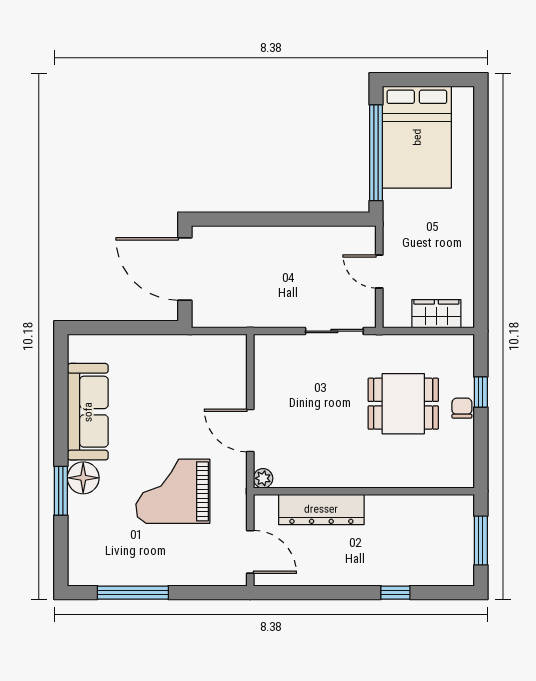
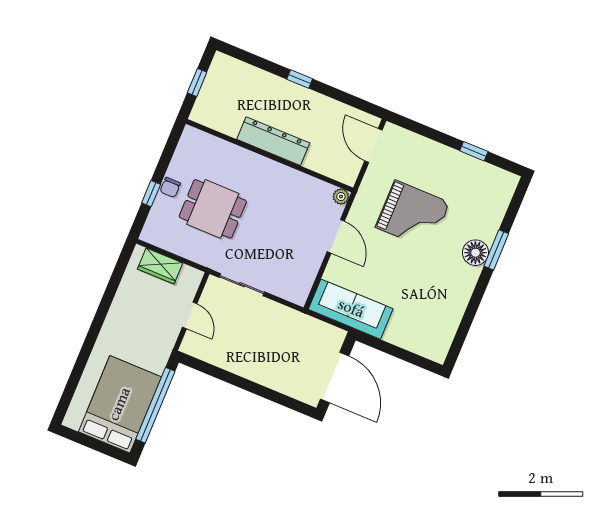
sofa: (88, 412) -> (351, 309), moved, turned 90
dresser: (321, 509) -> (273, 141), moved
window: (481, 540) -> (197, 82), width x0.67
window: (133, 593) -> (474, 151), width x0.46
window: (395, 593) -> (300, 79), moved

